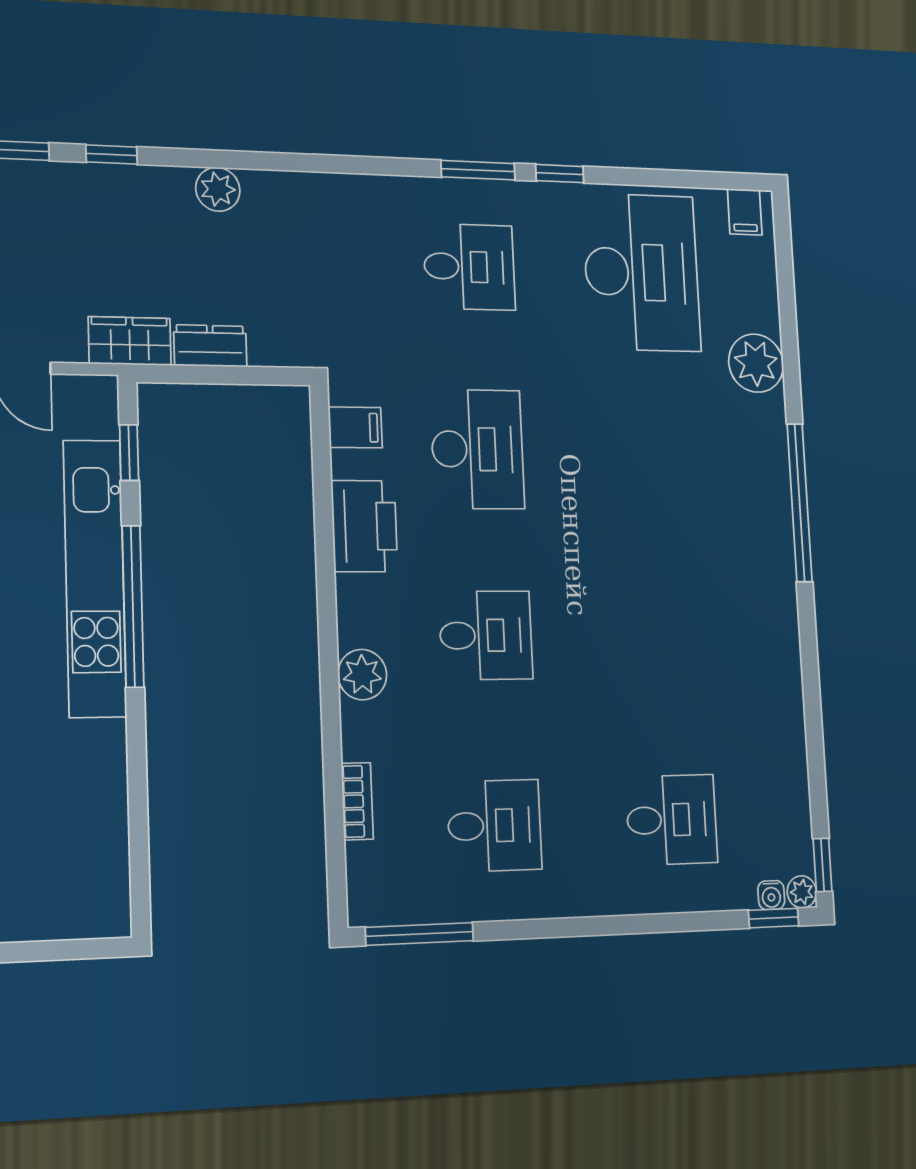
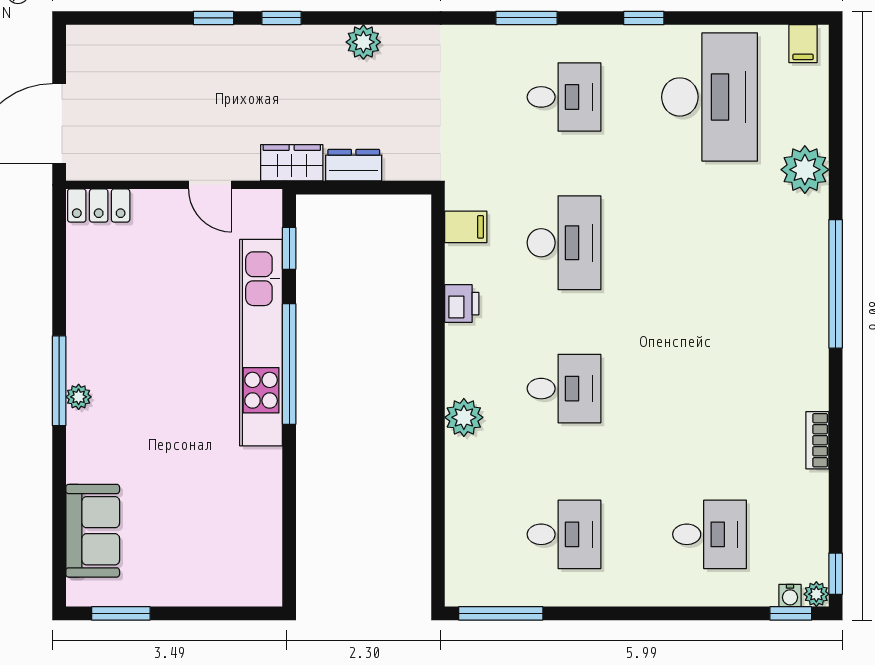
window: (478, 170) -> (526, 18), moved
printer: (364, 526) -> (462, 304), width x0.53, depth x0.68
bookcase: (357, 801) -> (817, 440), moved, turned 180

